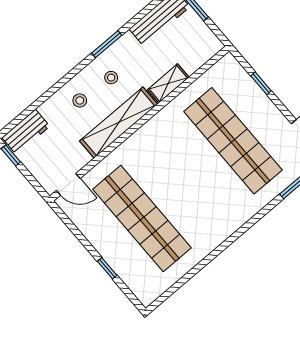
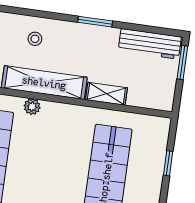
stool: (111, 78) -> (73, 47), removed
plant: (129, 148) -> (32, 107), added

